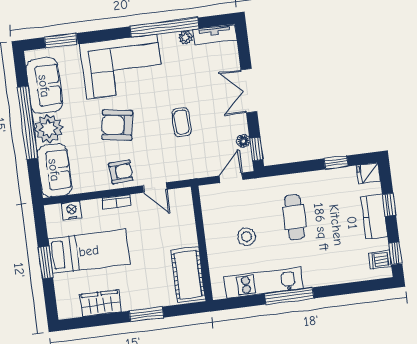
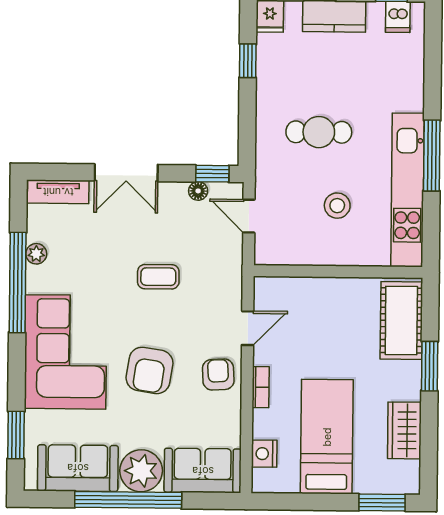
tv unit: (215, 35) -> (58, 192), moved, turned 90
window: (45, 262) -> (382, 503), moved
cot: (188, 275) -> (401, 320), moved, turned 90
kitchen unit: (264, 283) -> (407, 190), width x1.36

